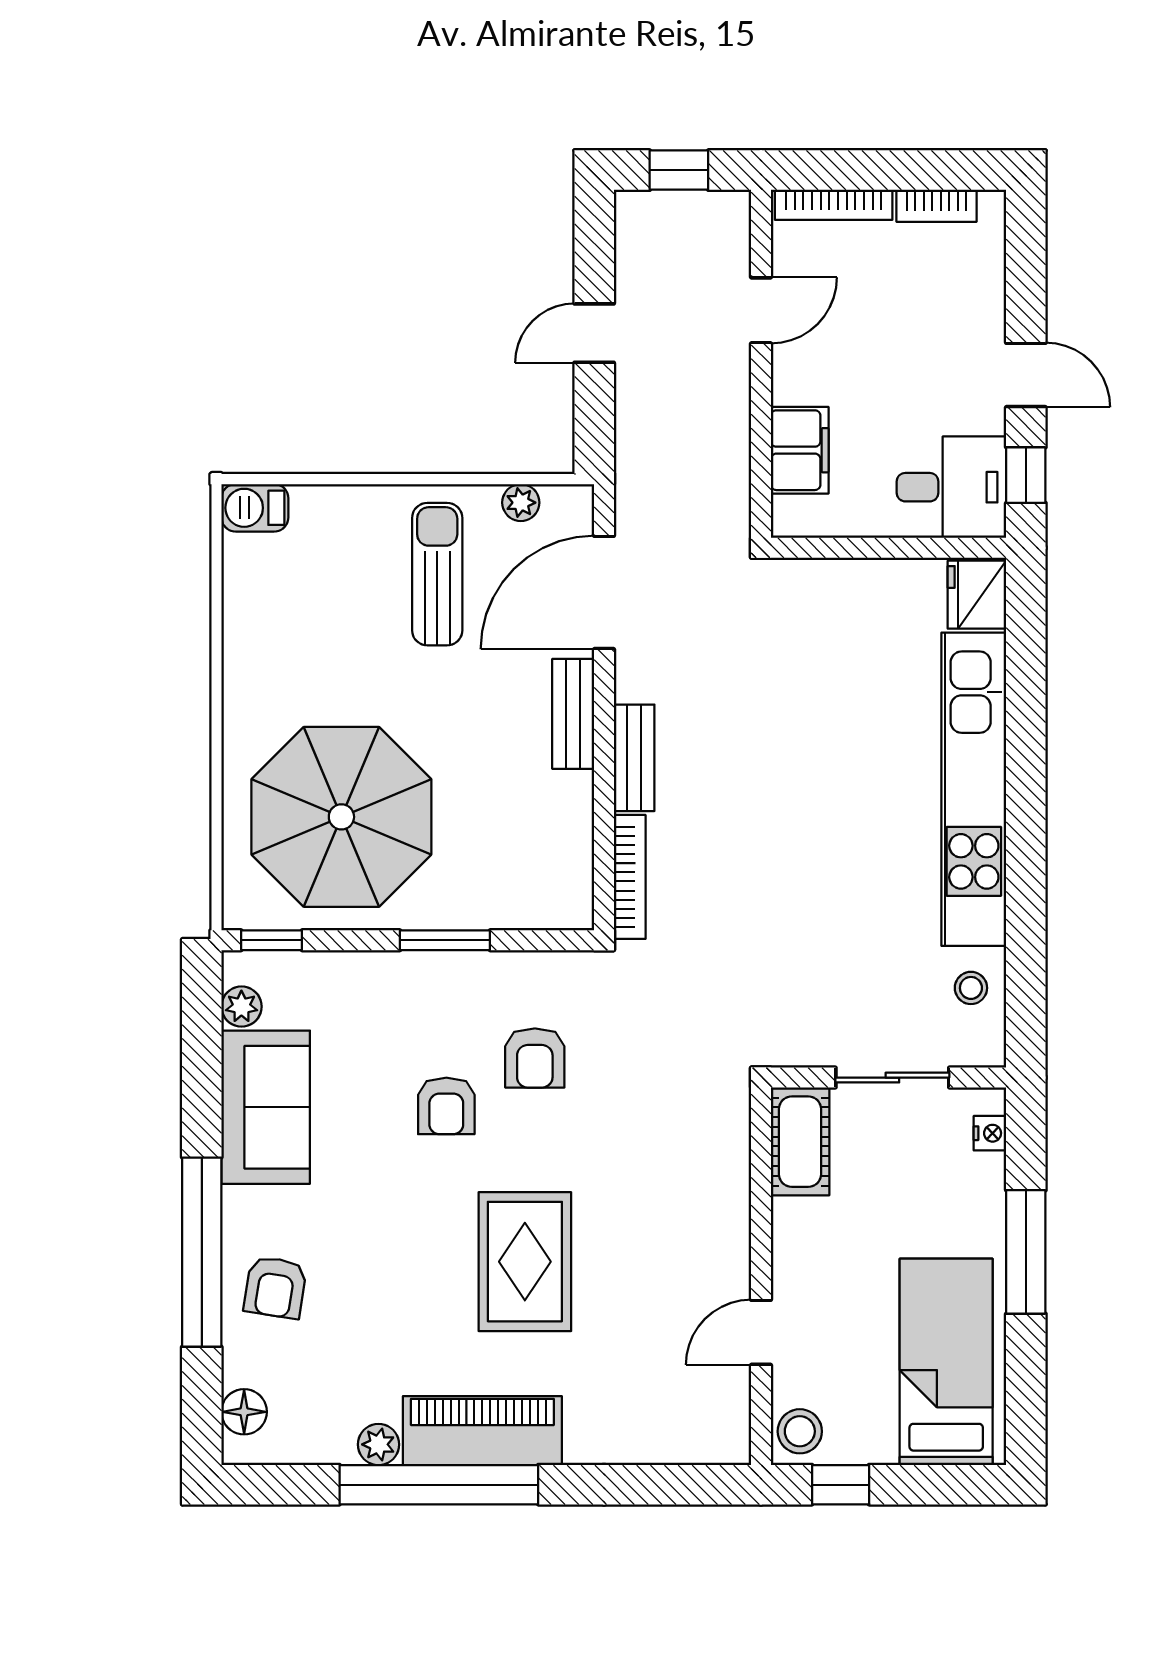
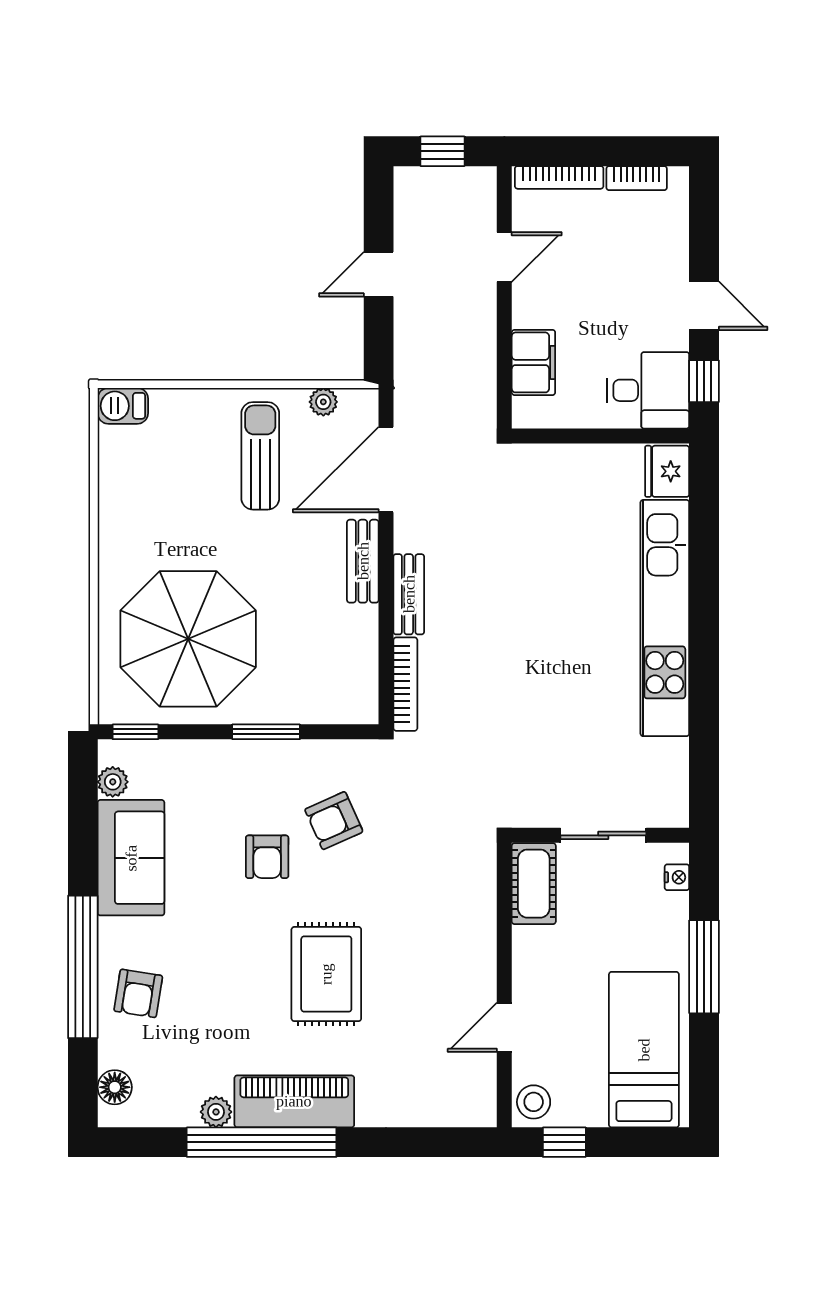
stool: (971, 988) -> (663, 768), removed
armchair: (535, 1058) -> (334, 821), turned 66

